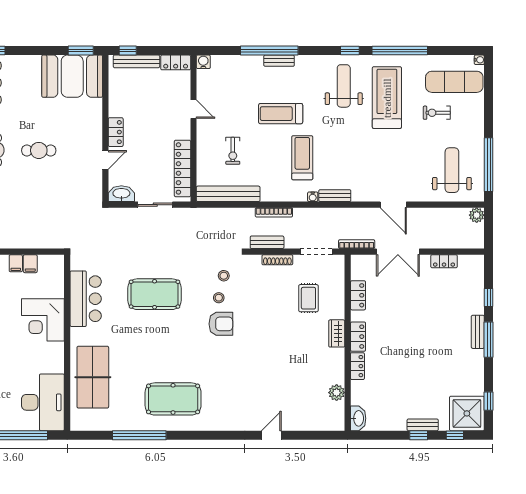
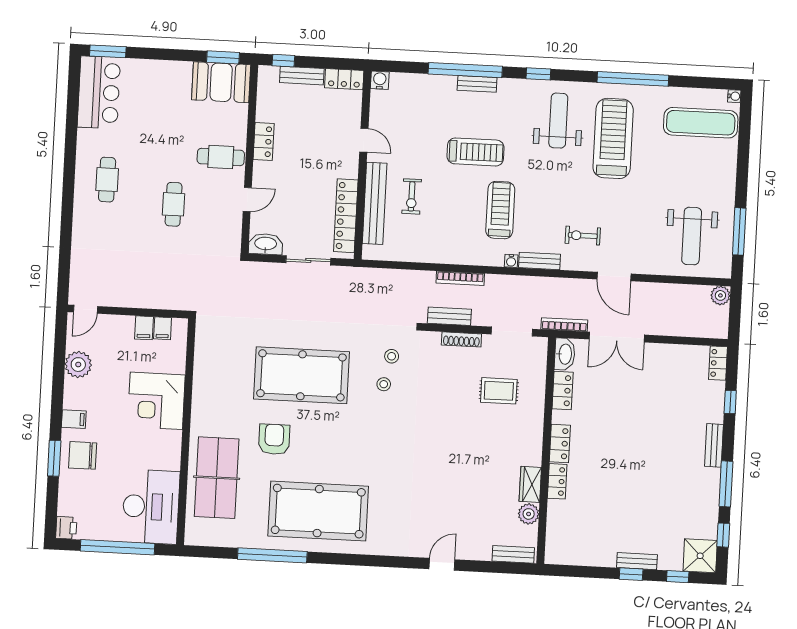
window: (350, 50) -> (538, 74), moved
bench: (136, 61) -> (302, 76), width x0.73
booth: (72, 76) -> (221, 82), width x0.73, depth x0.70
exercise bike: (437, 113) -> (583, 236), moved
treadmill: (281, 114) -> (476, 152), turned 180
cafe table: (83, 128) -> (221, 157), added
locker: (116, 132) -> (264, 141), moved
cafe table: (39, 150) -> (174, 204), moved, turned 90
window: (489, 165) -> (739, 231), width x0.68
weight bench: (452, 170) -> (692, 236), turned 180
bench: (228, 194) -> (375, 203), moved, turned 90
locker: (444, 261) -> (718, 363), moved, turned 90
filing cabinet: (16, 263) -> (163, 328), moved
pool table: (155, 294) -> (301, 375), width x1.36, depth x1.32
rug: (308, 298) -> (499, 391), turned 90
bar counter: (86, 299) -> (213, 376), removed
armchair: (221, 324) -> (274, 439), moved, turned -90
wardrobe: (337, 333) -> (530, 484), moved
window: (489, 340) -> (726, 484), moved
pool table: (173, 399) -> (318, 511), width x1.36, depth x1.32
shower: (467, 413) -> (700, 556), width x0.73, depth x0.73
washbasin: (358, 418) -> (565, 354), moved
bench: (326, 425) -> (513, 554), added

